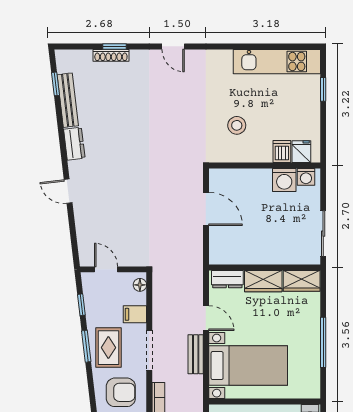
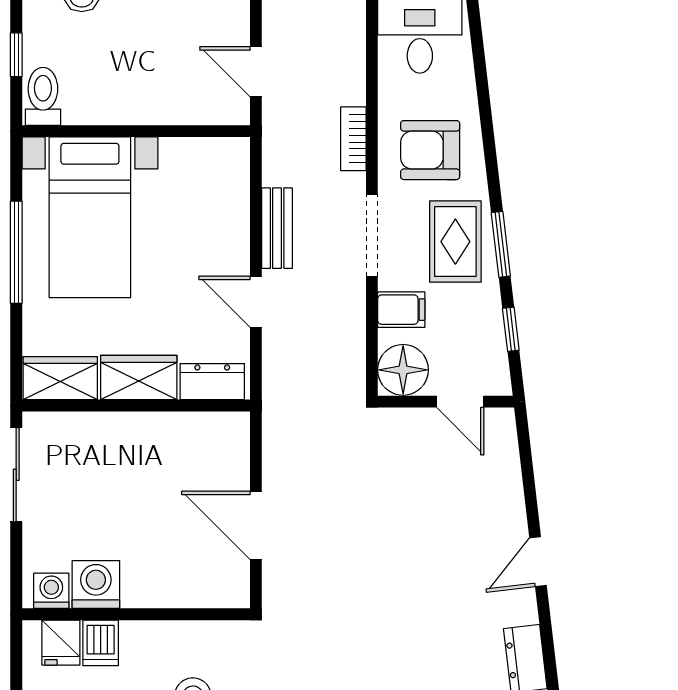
door: (68, 191) -> (538, 562), swing flipped
floor lamp: (140, 285) -> (403, 370), width x1.89, depth x1.89
bed with nightstands: (248, 366) -> (90, 217), moved, turned -90

